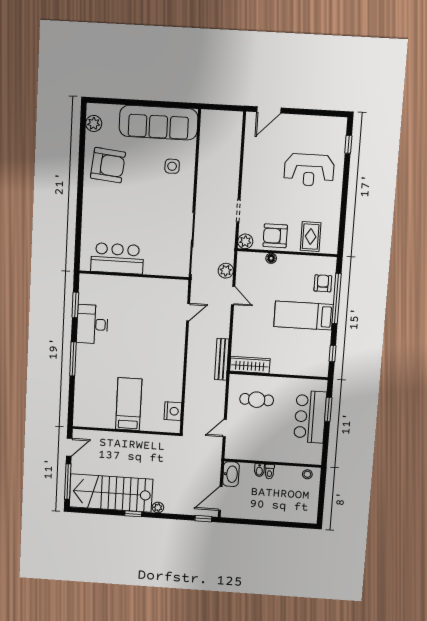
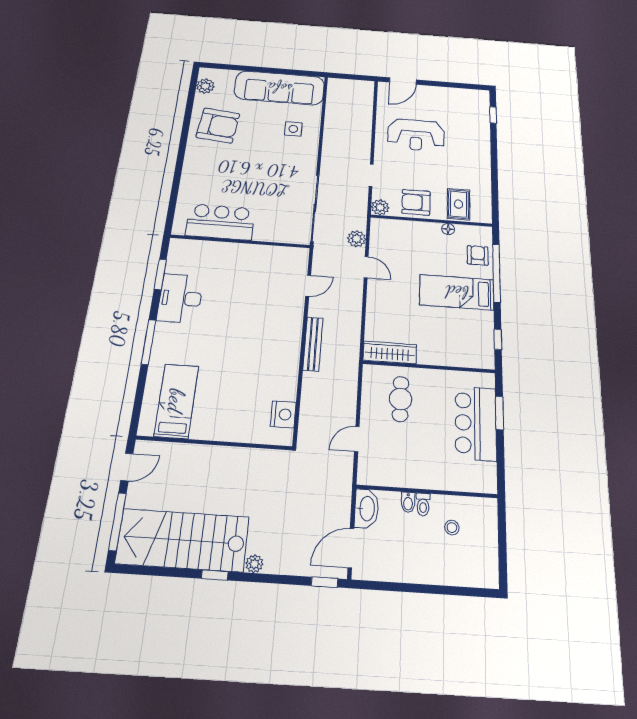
reception desk: (309, 170) -> (416, 135), moved
floor lamp: (271, 258) -> (448, 229), moved
bench: (222, 359) -> (313, 344), moved
cafe table: (257, 400) -> (401, 399), turned 90
bed: (129, 404) -> (176, 401), moved
stool: (307, 474) -> (452, 527), moved

